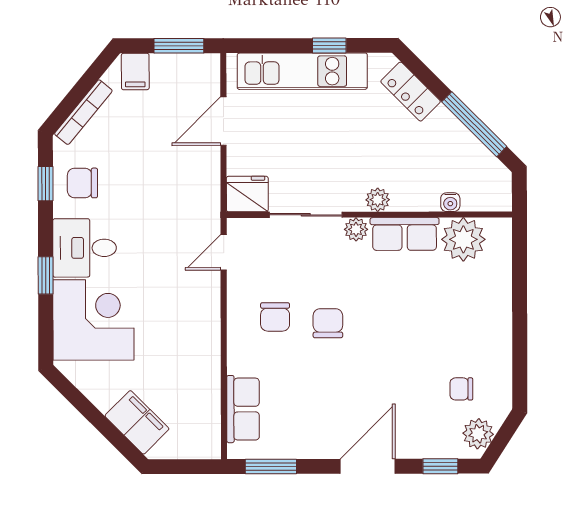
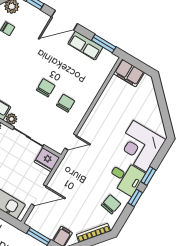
chair: (82, 183) -> (111, 204), turned -80
window: (45, 184) -> (135, 198), moved
chair: (328, 323) -> (46, 88), turned 180
row of seats: (243, 409) -> (85, 46), moved, turned -90
filing cabinet: (137, 422) -> (129, 73), moved, turned -45

